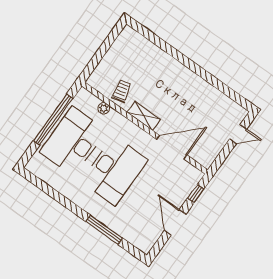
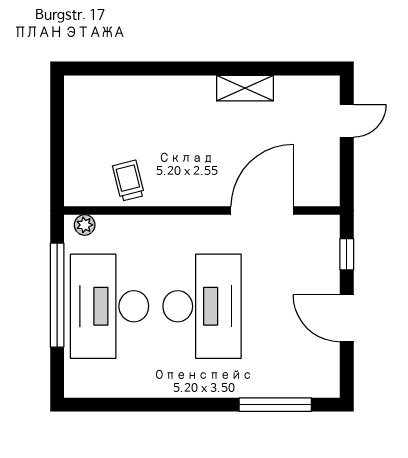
plant: (104, 108) -> (85, 225), moved
shelving: (144, 116) -> (245, 88), moved
window: (104, 230) -> (275, 405), moved

